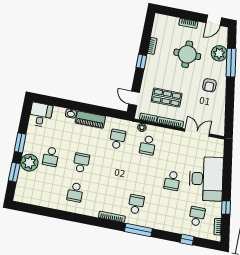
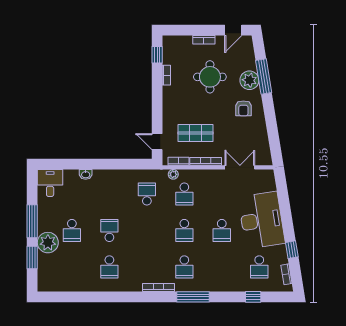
plant: (219, 53) -> (249, 80), moved
window: (141, 62) -> (157, 55), moved
piano: (90, 120) -> (110, 177), removed
window: (20, 143) -> (32, 221), width x1.44
school desk: (142, 175) -> (184, 230), added
school desk: (136, 204) -> (184, 267), turned 180
school desk: (197, 216) -> (259, 267), turned 180

